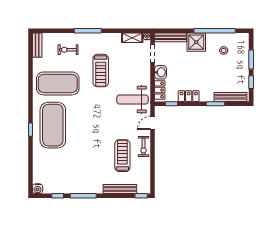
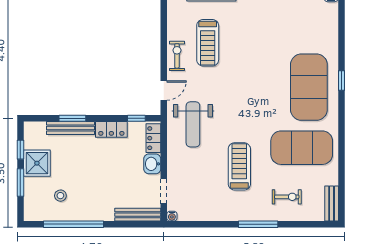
shelving: (132, 38) -> (194, 214), removed
shower: (196, 42) -> (37, 163), moved
bench: (231, 97) -> (70, 128), moved
weight bench: (133, 99) -> (193, 124), turned 90

